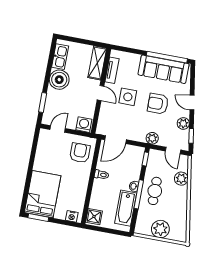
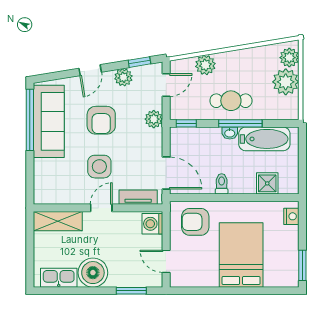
tv unit: (112, 70) -> (138, 197), moved
bed: (43, 194) -> (241, 255), moved, turned 90
shower: (94, 217) -> (267, 183), moved
plant: (176, 234) -> (289, 58), added

